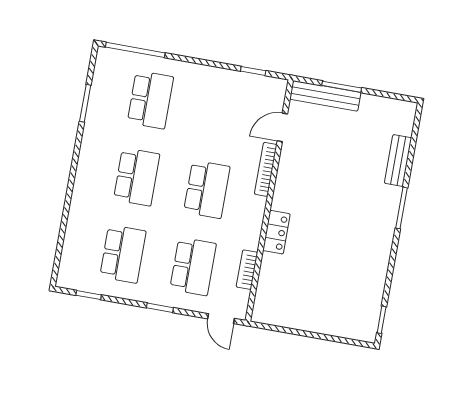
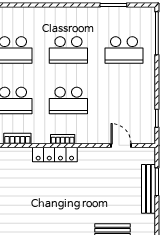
bench: (325, 96) -> (148, 189), moved
bookcase: (266, 169) -> (63, 139), moved, width x0.64
locker: (276, 232) -> (55, 154), width x1.53

